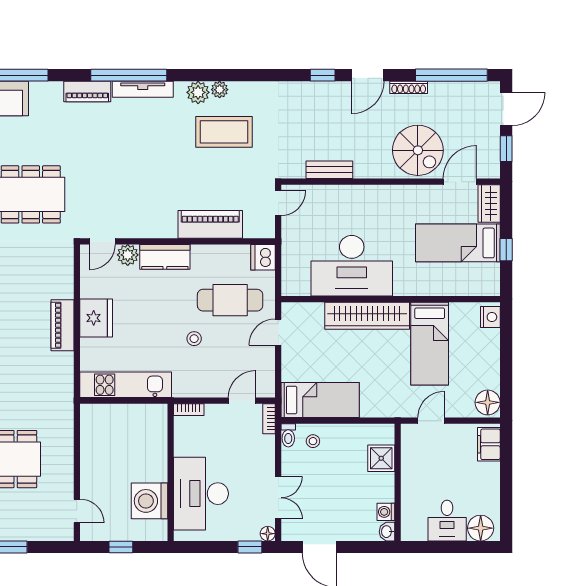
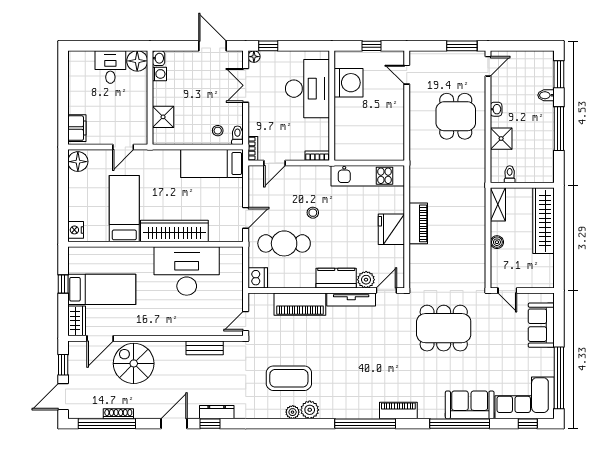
shoe rack: (409, 87) -> (118, 414), moved
tv unit: (143, 89) -> (351, 300), moved, turned 180
dresser: (314, 89) -> (217, 412), added
floor lamp: (481, 528) -> (137, 61), moved

